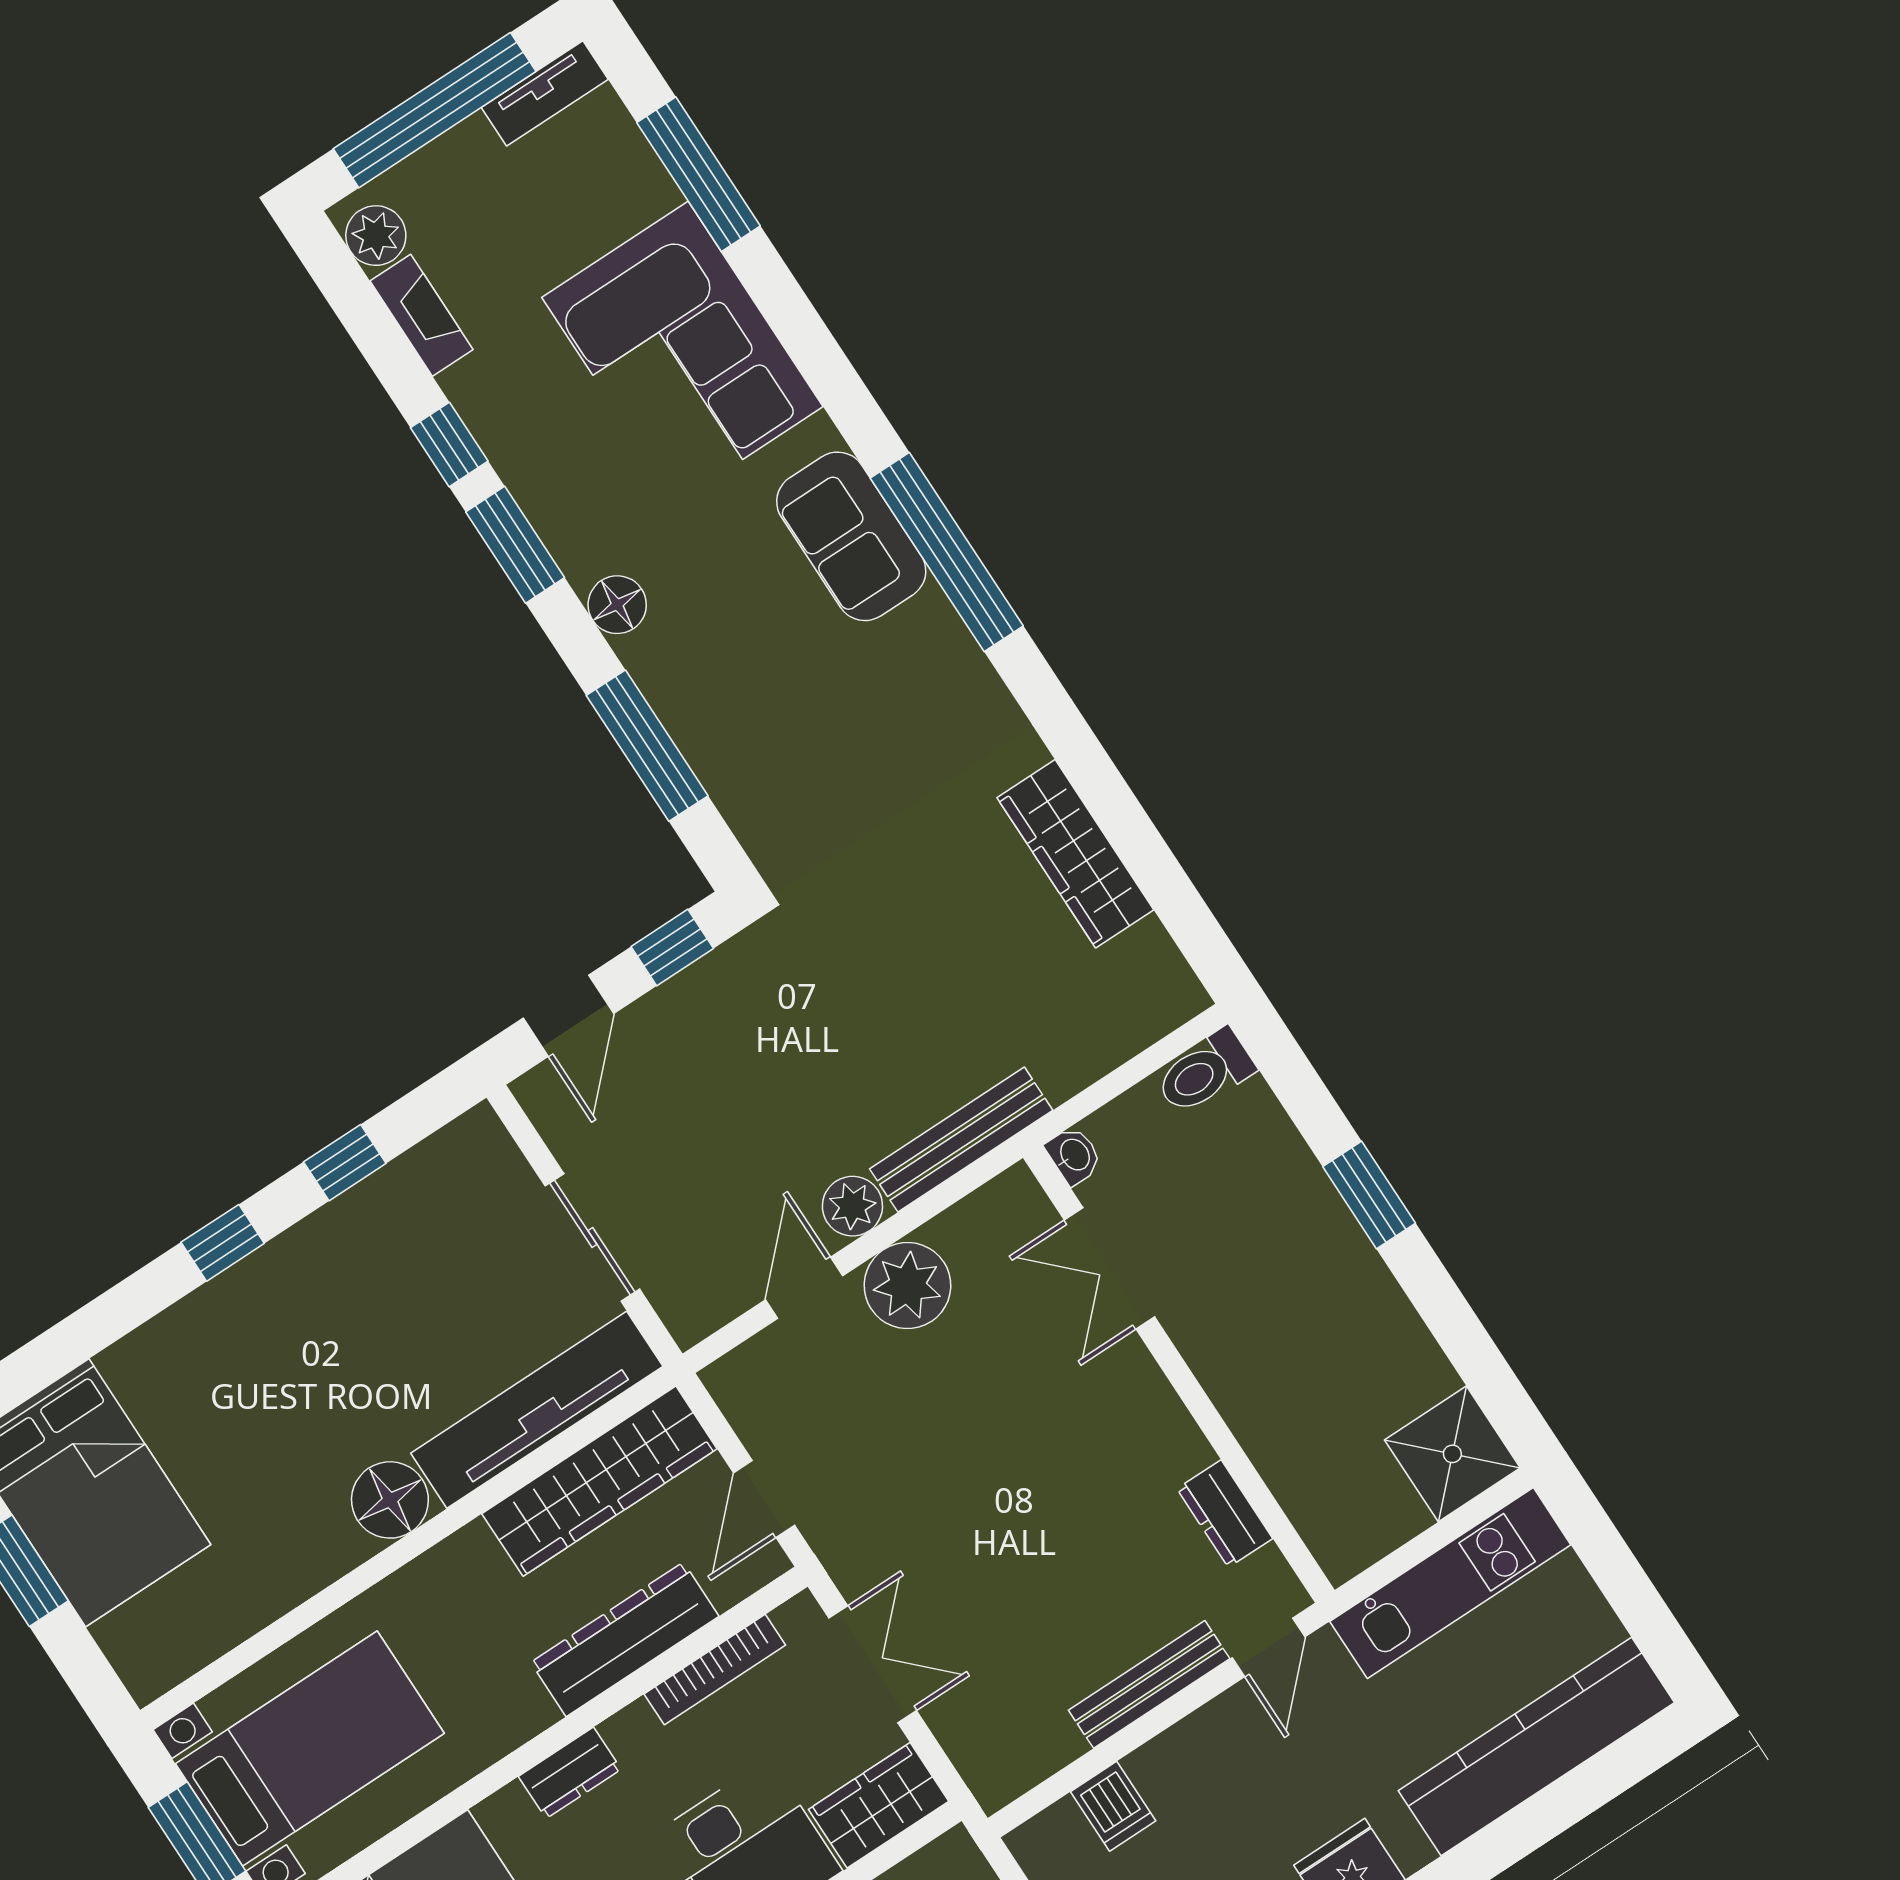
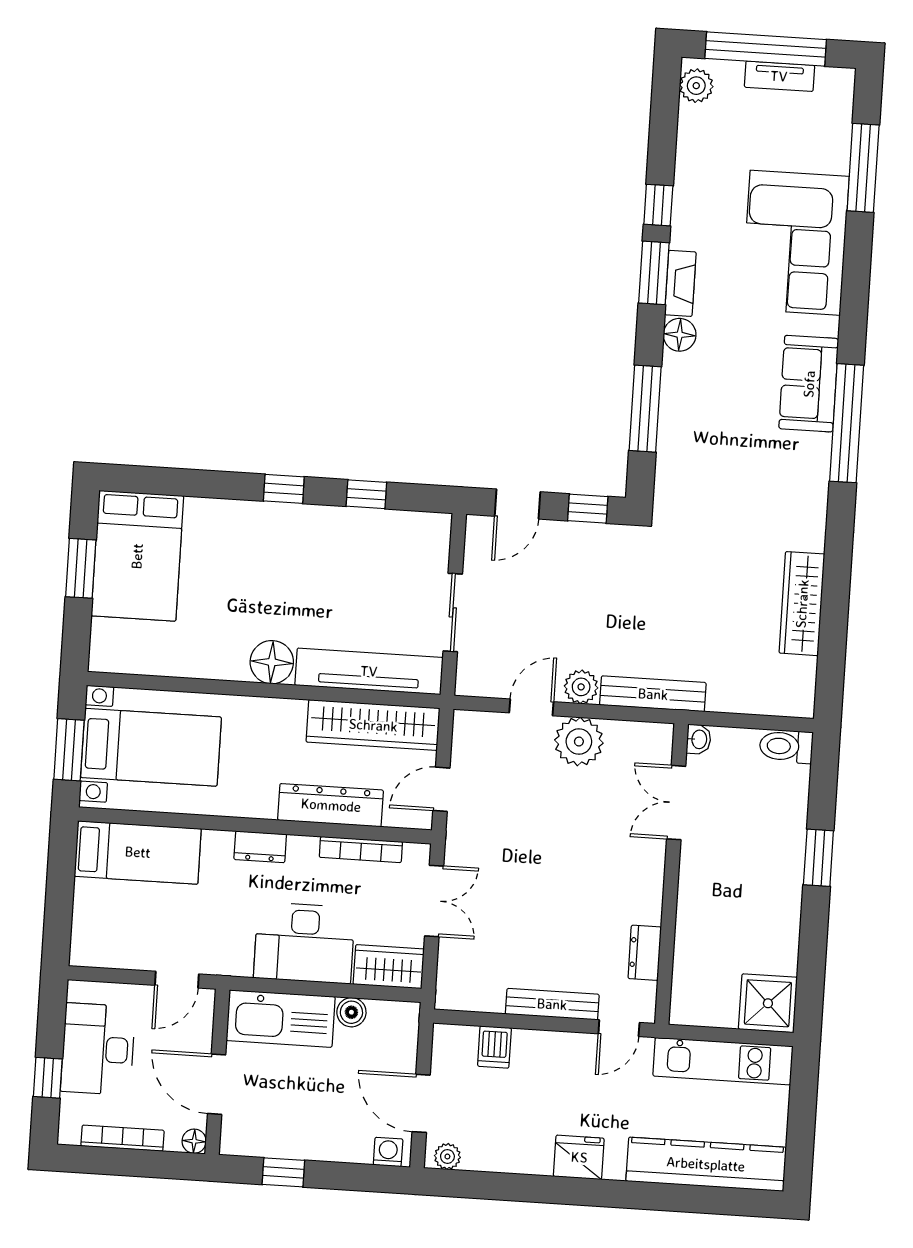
tv unit: (545, 93) -> (779, 76), moved
fireplace: (422, 315) -> (680, 283), moved

